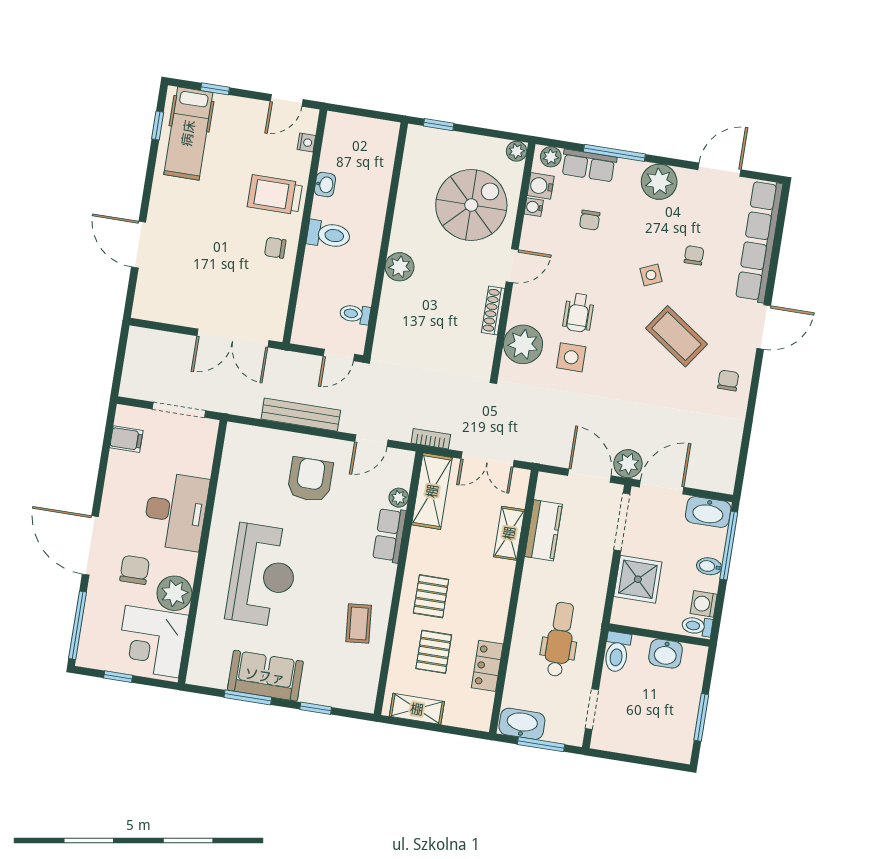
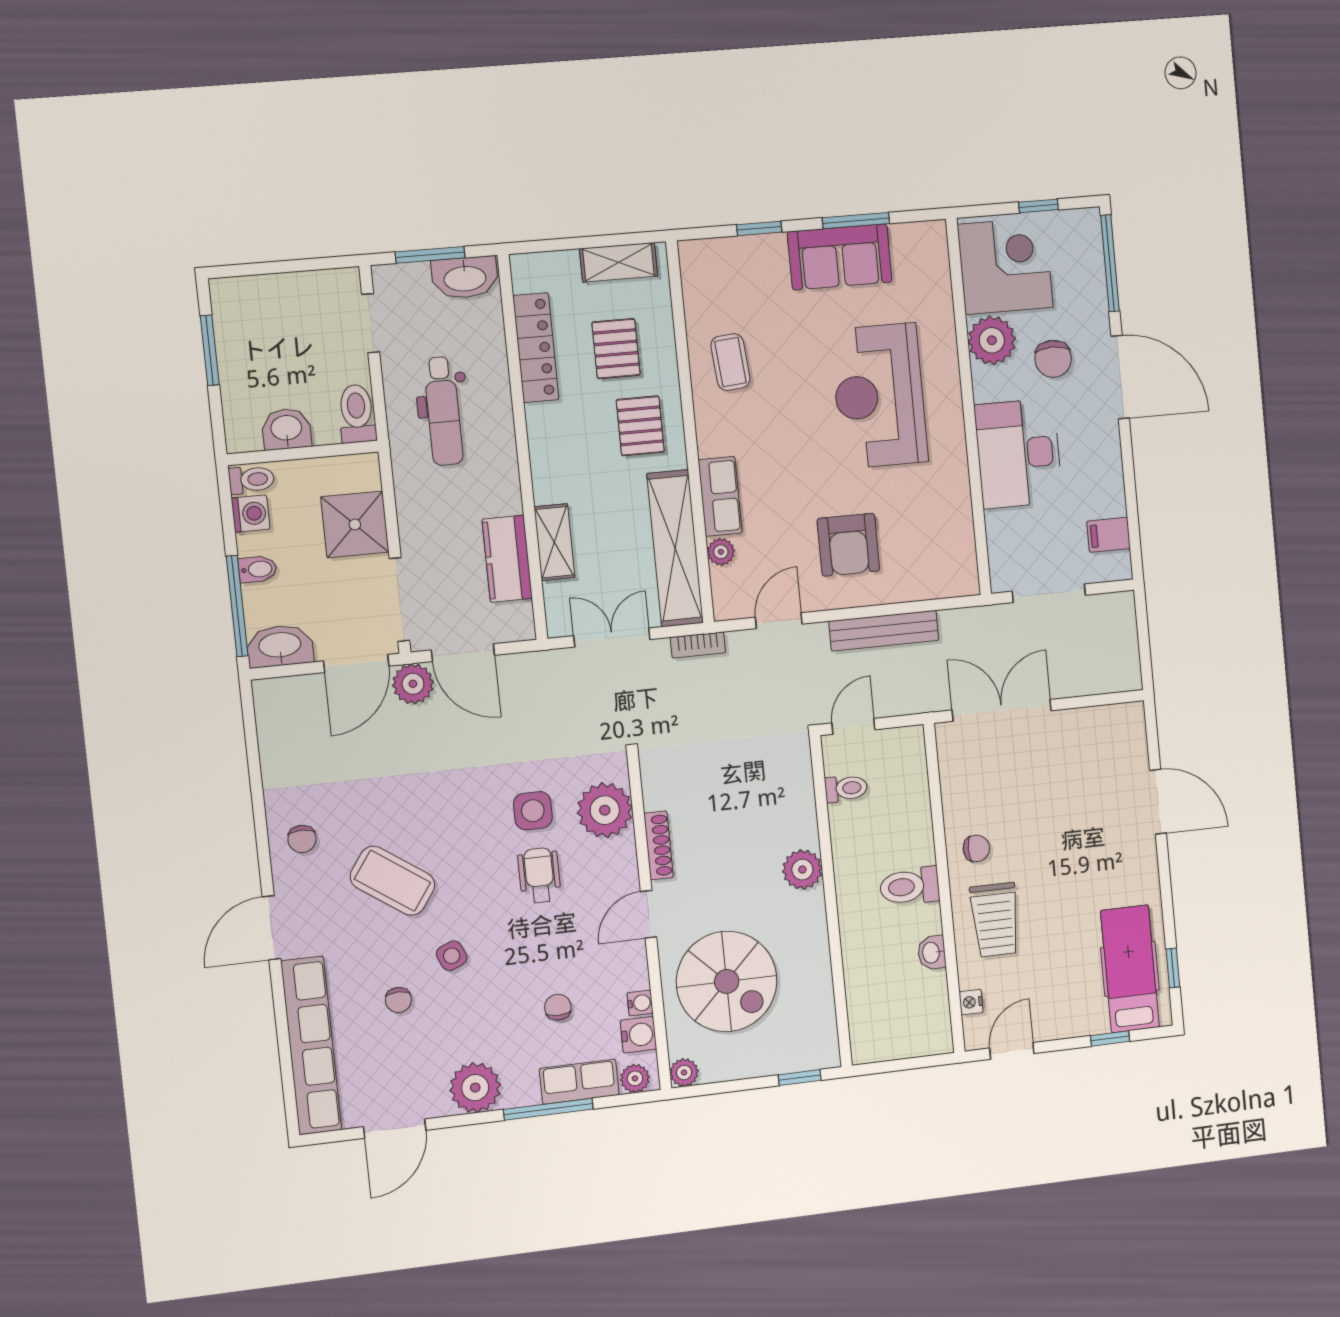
trolley: (275, 195) -> (995, 920), turned 90
spiral stairs: (471, 205) -> (727, 981), turned -90
shelving: (432, 491) -> (675, 548), width x1.47
locker: (487, 666) -> (536, 348), width x1.53

